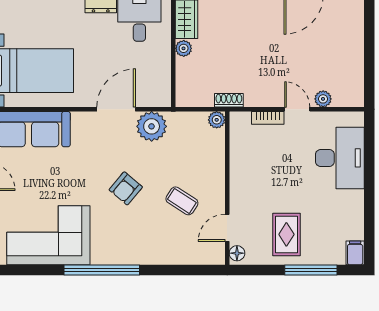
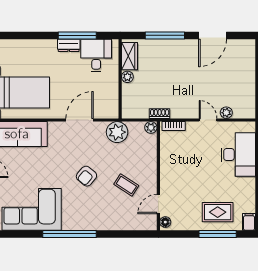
bookcase: (268, 118) -> (174, 126), moved
plant: (152, 126) -> (117, 132), moved
rug: (286, 234) -> (218, 212), moved, turned 90

